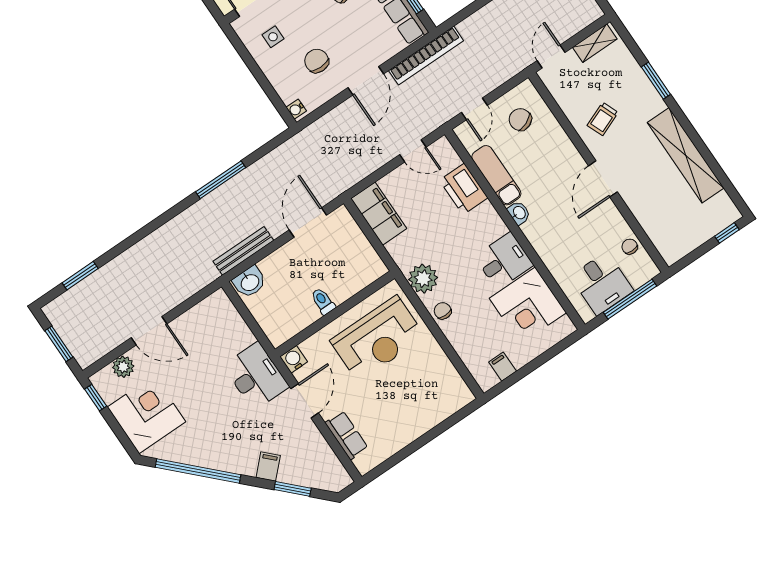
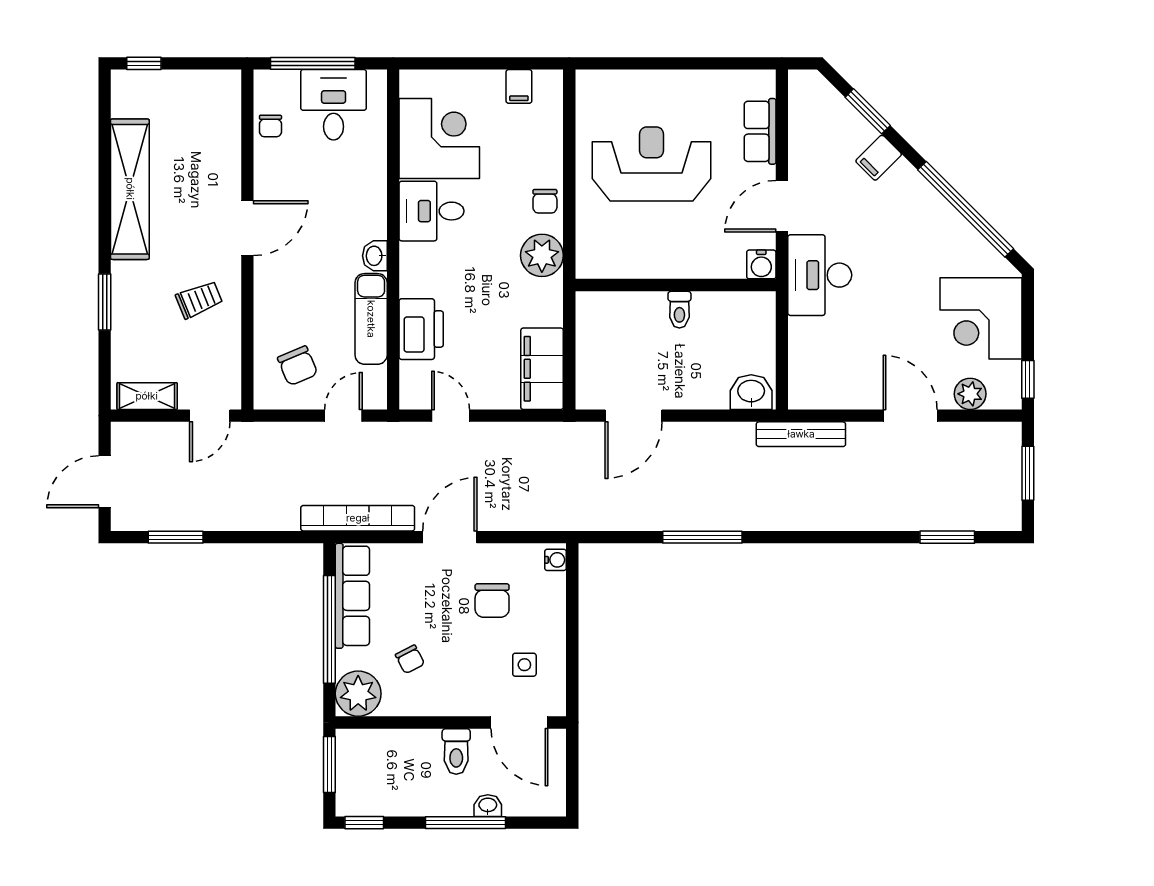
bench: (243, 251) -> (801, 434), moved
reception desk: (378, 339) -> (652, 164), moved

